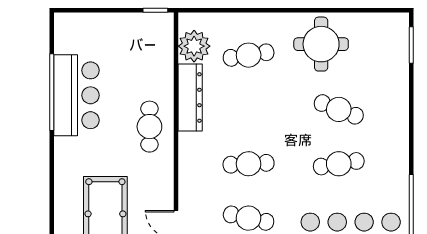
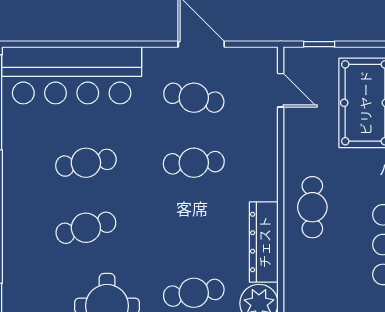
cafe table: (339, 109) -> (86, 228), turned -36

